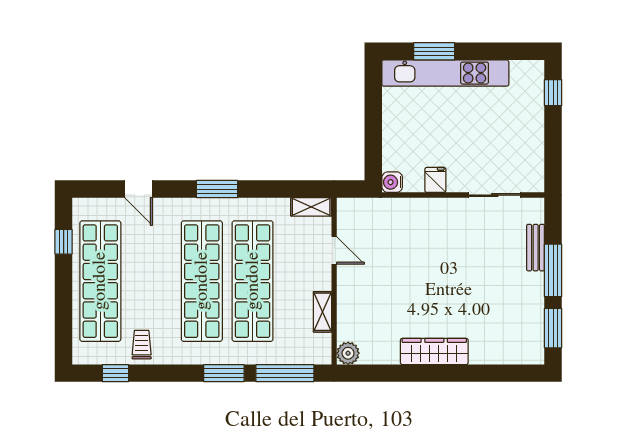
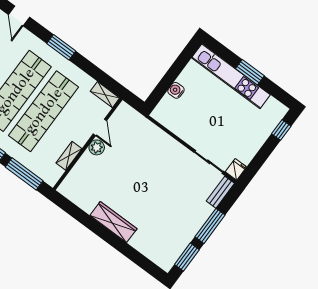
window: (434, 51) -> (250, 72), moved
fridge: (435, 180) -> (236, 169), moved
water cooler: (392, 182) -> (176, 90), moved
bench: (536, 248) -> (220, 192), moved
plant: (348, 353) -> (97, 147), moved

